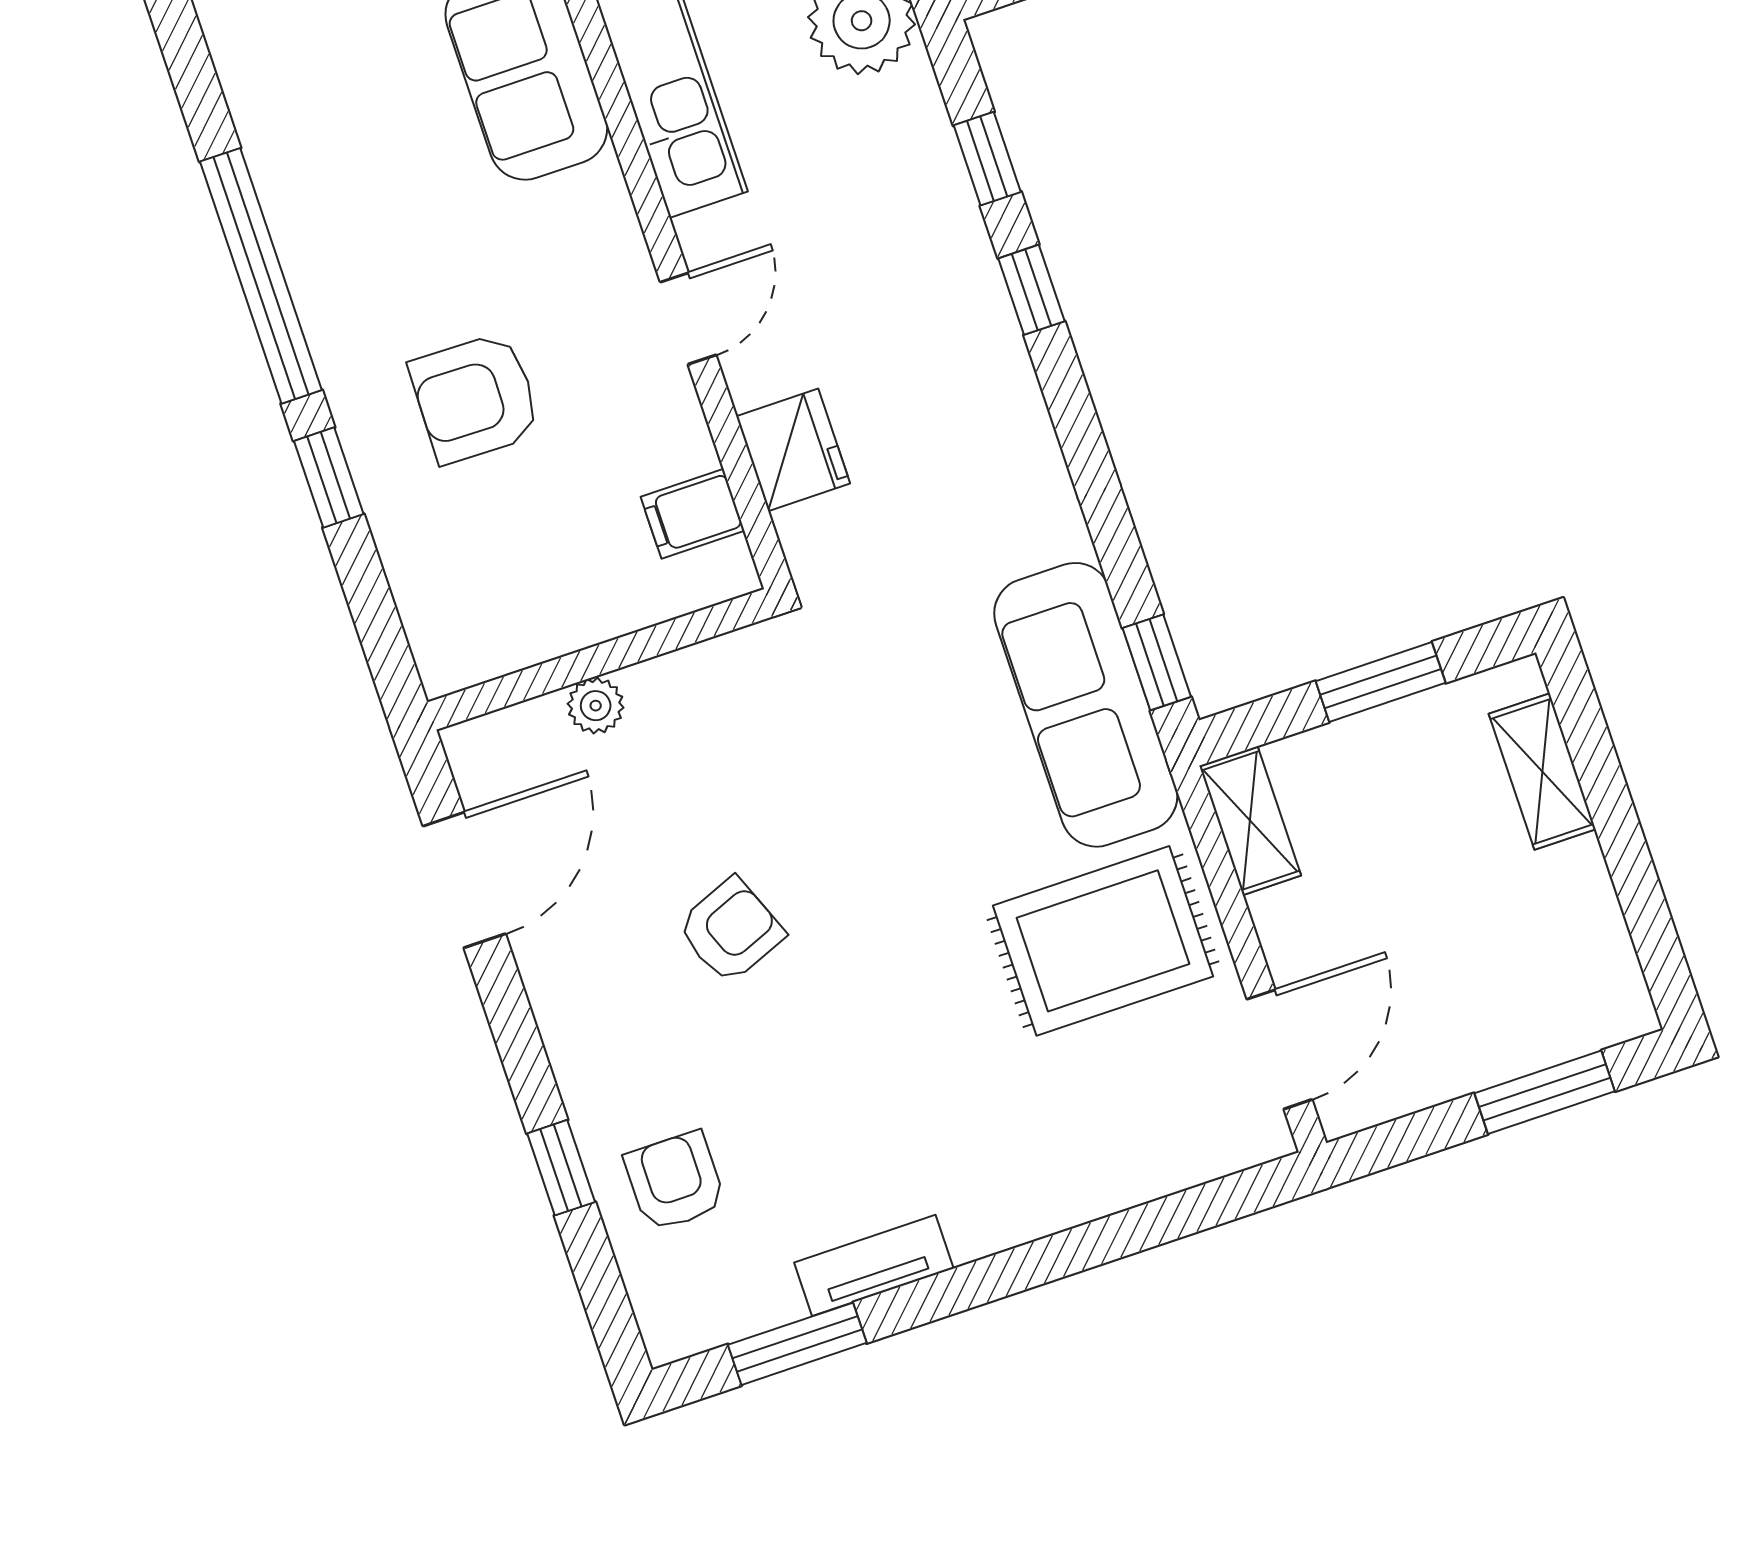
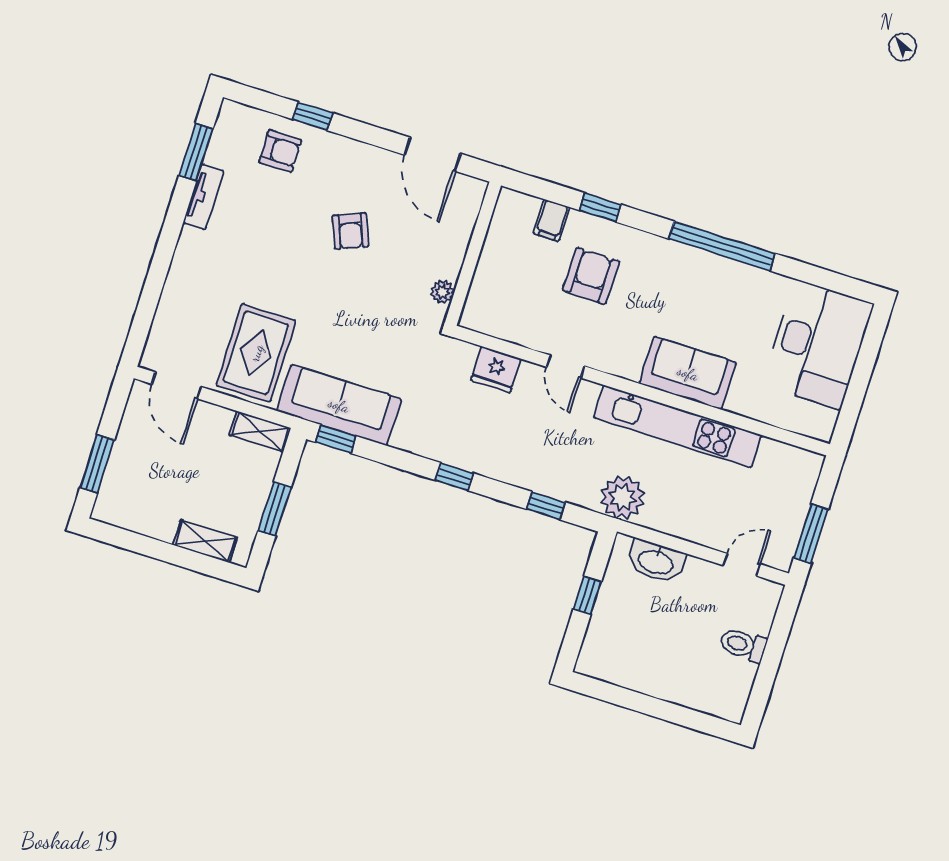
window: (261, 276) -> (722, 246), moved
window: (1031, 290) -> (455, 477), moved
filing cabinet: (693, 514) -> (551, 220), moved, turned 180
plant: (596, 706) -> (442, 292), moved

